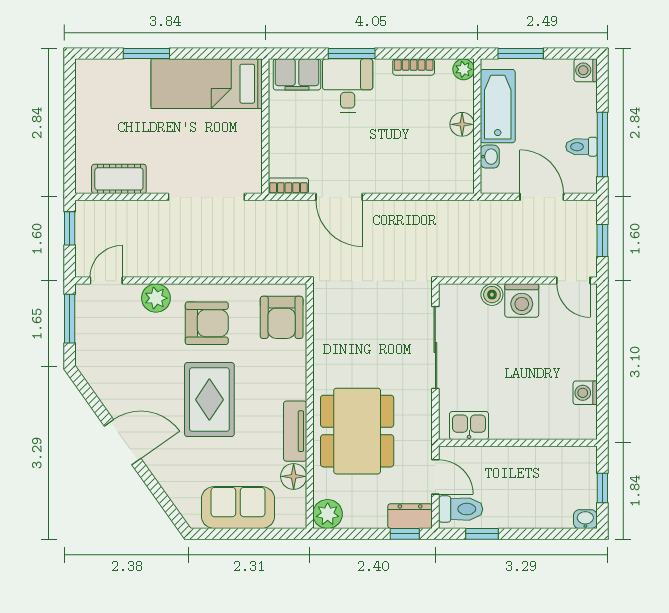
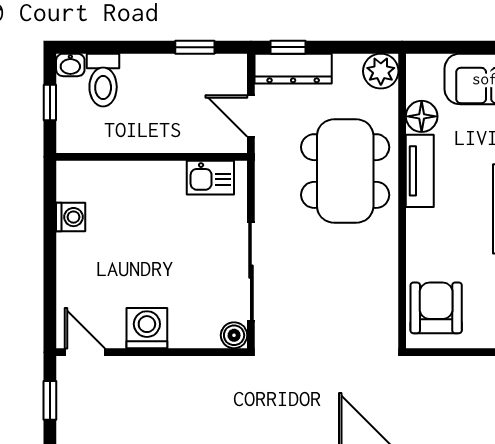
boiler: (492, 295) -> (234, 335), moved
toilet: (461, 509) -> (103, 80), moved, turned -90
dresser: (410, 516) -> (293, 69), width x1.44

